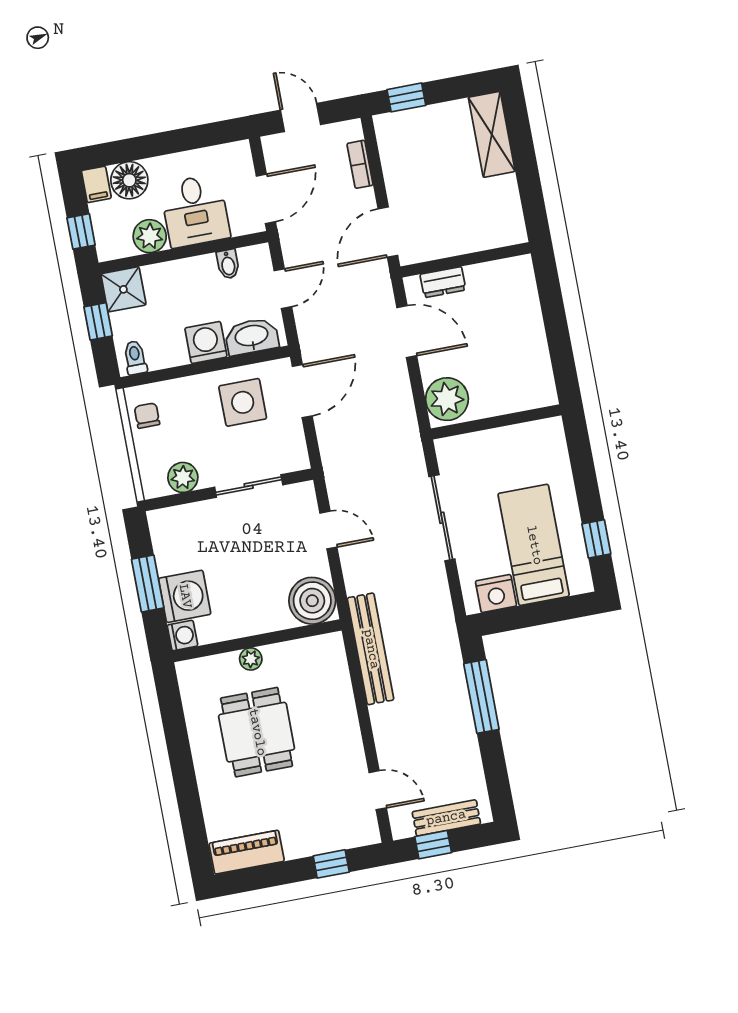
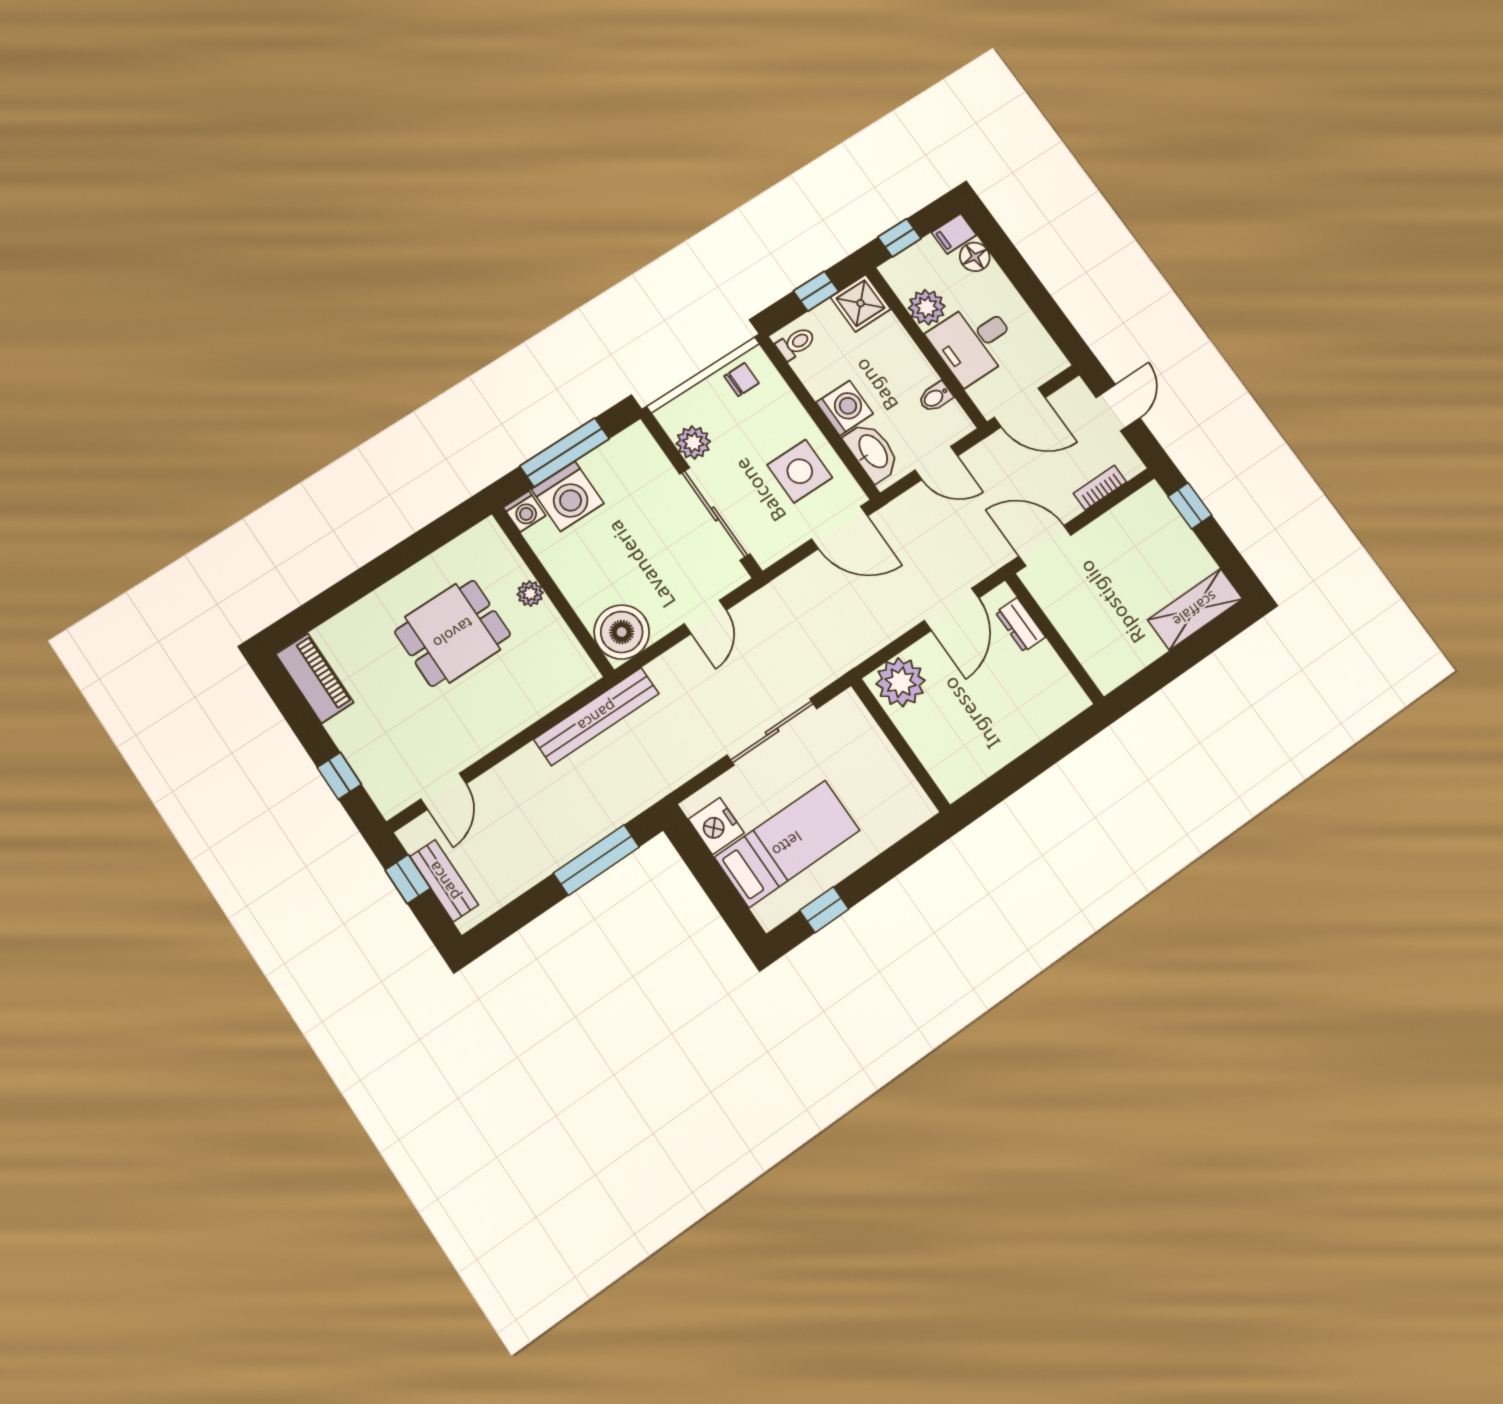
floor lamp: (129, 180) -> (975, 257), width x0.73, depth x0.73
sliding door: (249, 486) -> (715, 514), width x1.37
window: (148, 584) -> (565, 452), width x1.44

